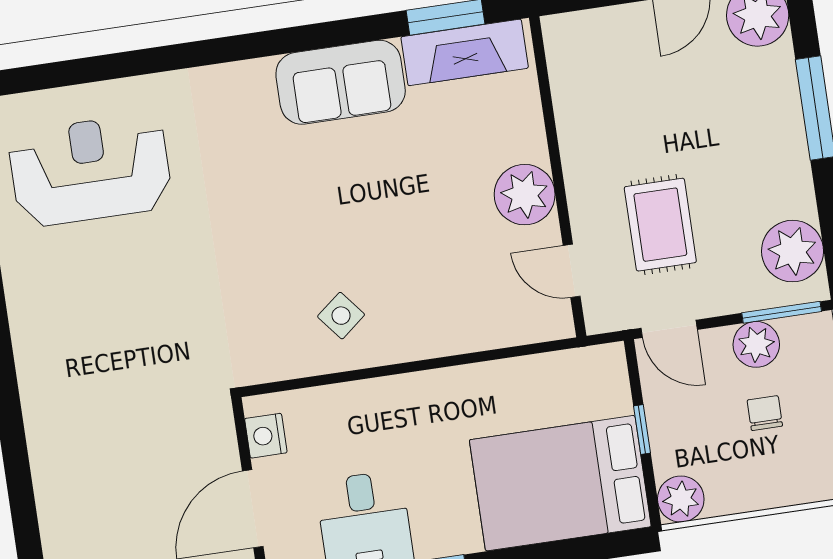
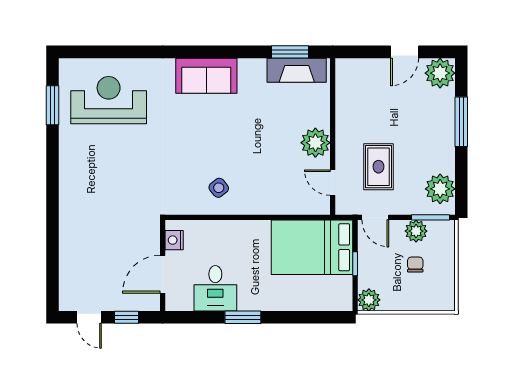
sofa: (341, 82) -> (206, 76), moved
bed: (560, 483) -> (312, 247), moved

